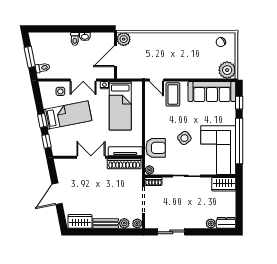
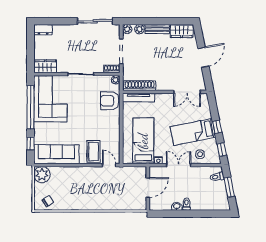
plant: (124, 39) -> (140, 204), removed
side table: (184, 138) -> (82, 110), removed
window: (46, 141) -> (222, 149), moved
double door: (91, 157) -> (187, 92), moved
plant: (211, 224) -> (57, 29), removed
sliding door: (171, 232) -> (95, 21), width x1.37

